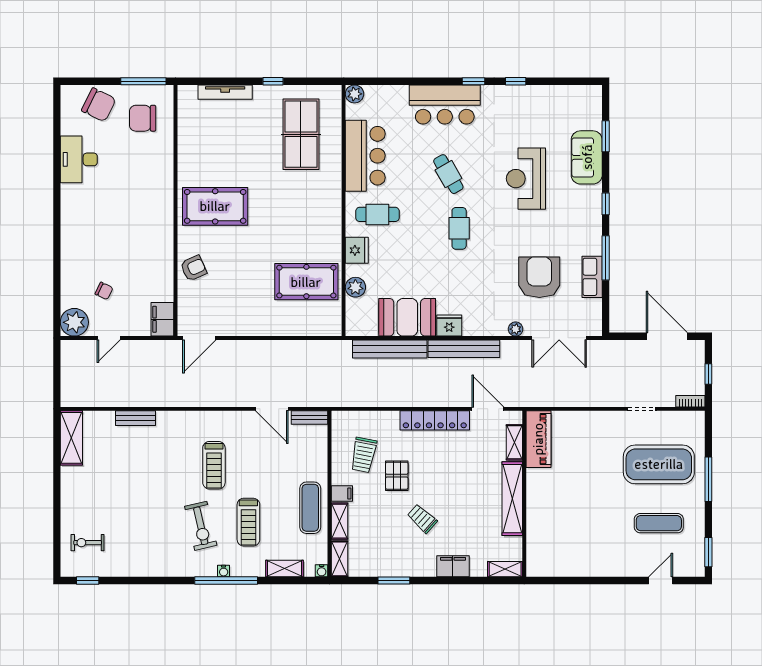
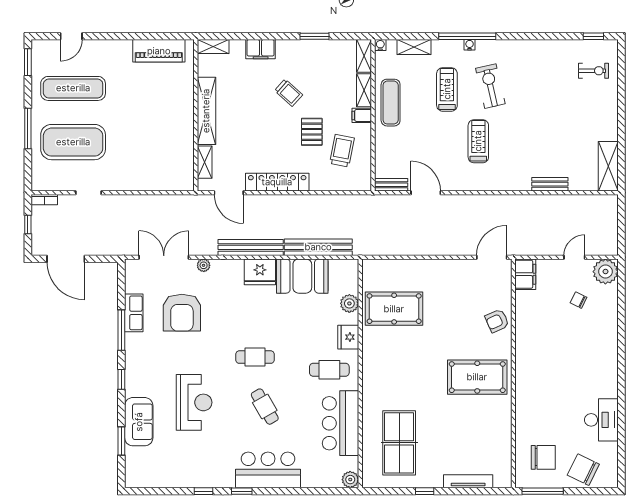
cafe table: (459, 228) -> (255, 357), turned 90
fridge: (449, 325) -> (260, 272), width x1.36, depth x1.34
piano: (538, 439) -> (159, 51), moved, turned -90
exercise mat: (659, 523) -> (73, 88), width x1.36, depth x1.45

